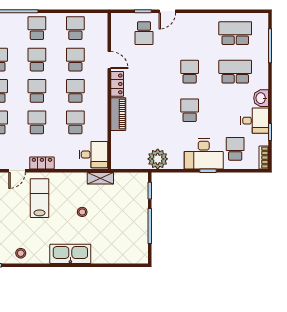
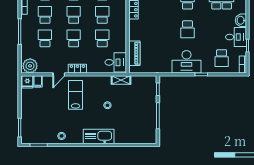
school desk: (190, 110) -> (188, 29), turned 180
piano: (118, 114) -> (134, 53), moved
school desk: (235, 149) -> (222, 58), turned 180
desk: (204, 154) -> (187, 62), moved
plant: (158, 159) -> (164, 66), removed

